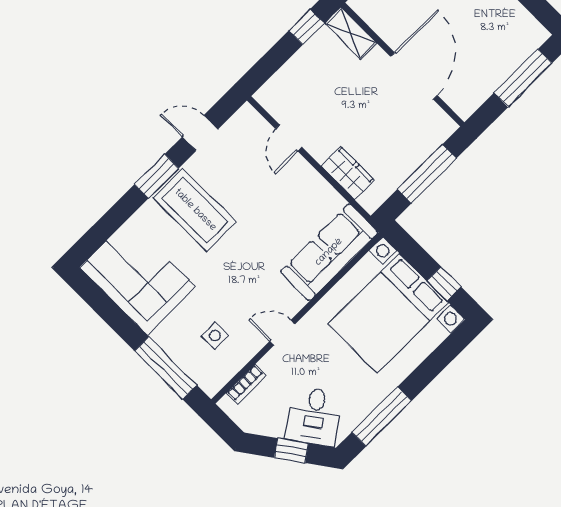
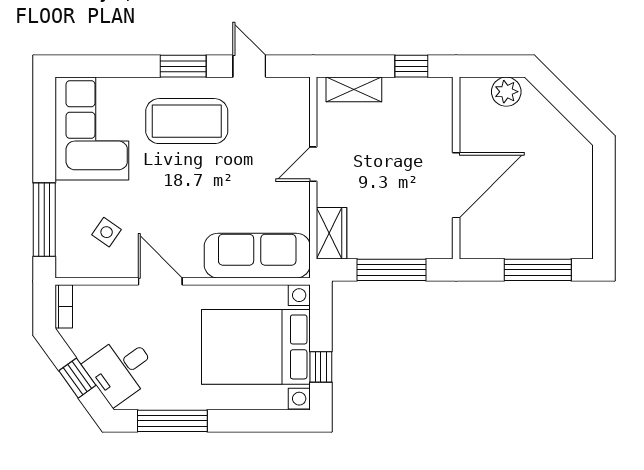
shelving: (351, 33) -> (354, 89), moved, turned 90
door: (289, 138) -> (313, 164), moved
wardrobe: (348, 173) -> (332, 233), moved
coffee table: (195, 210) -> (187, 121), turned 90
door: (282, 333) -> (160, 281), width x1.38
side table: (215, 336) -> (107, 232), turned 35
bookcase: (246, 384) -> (64, 306), moved, turned -90

